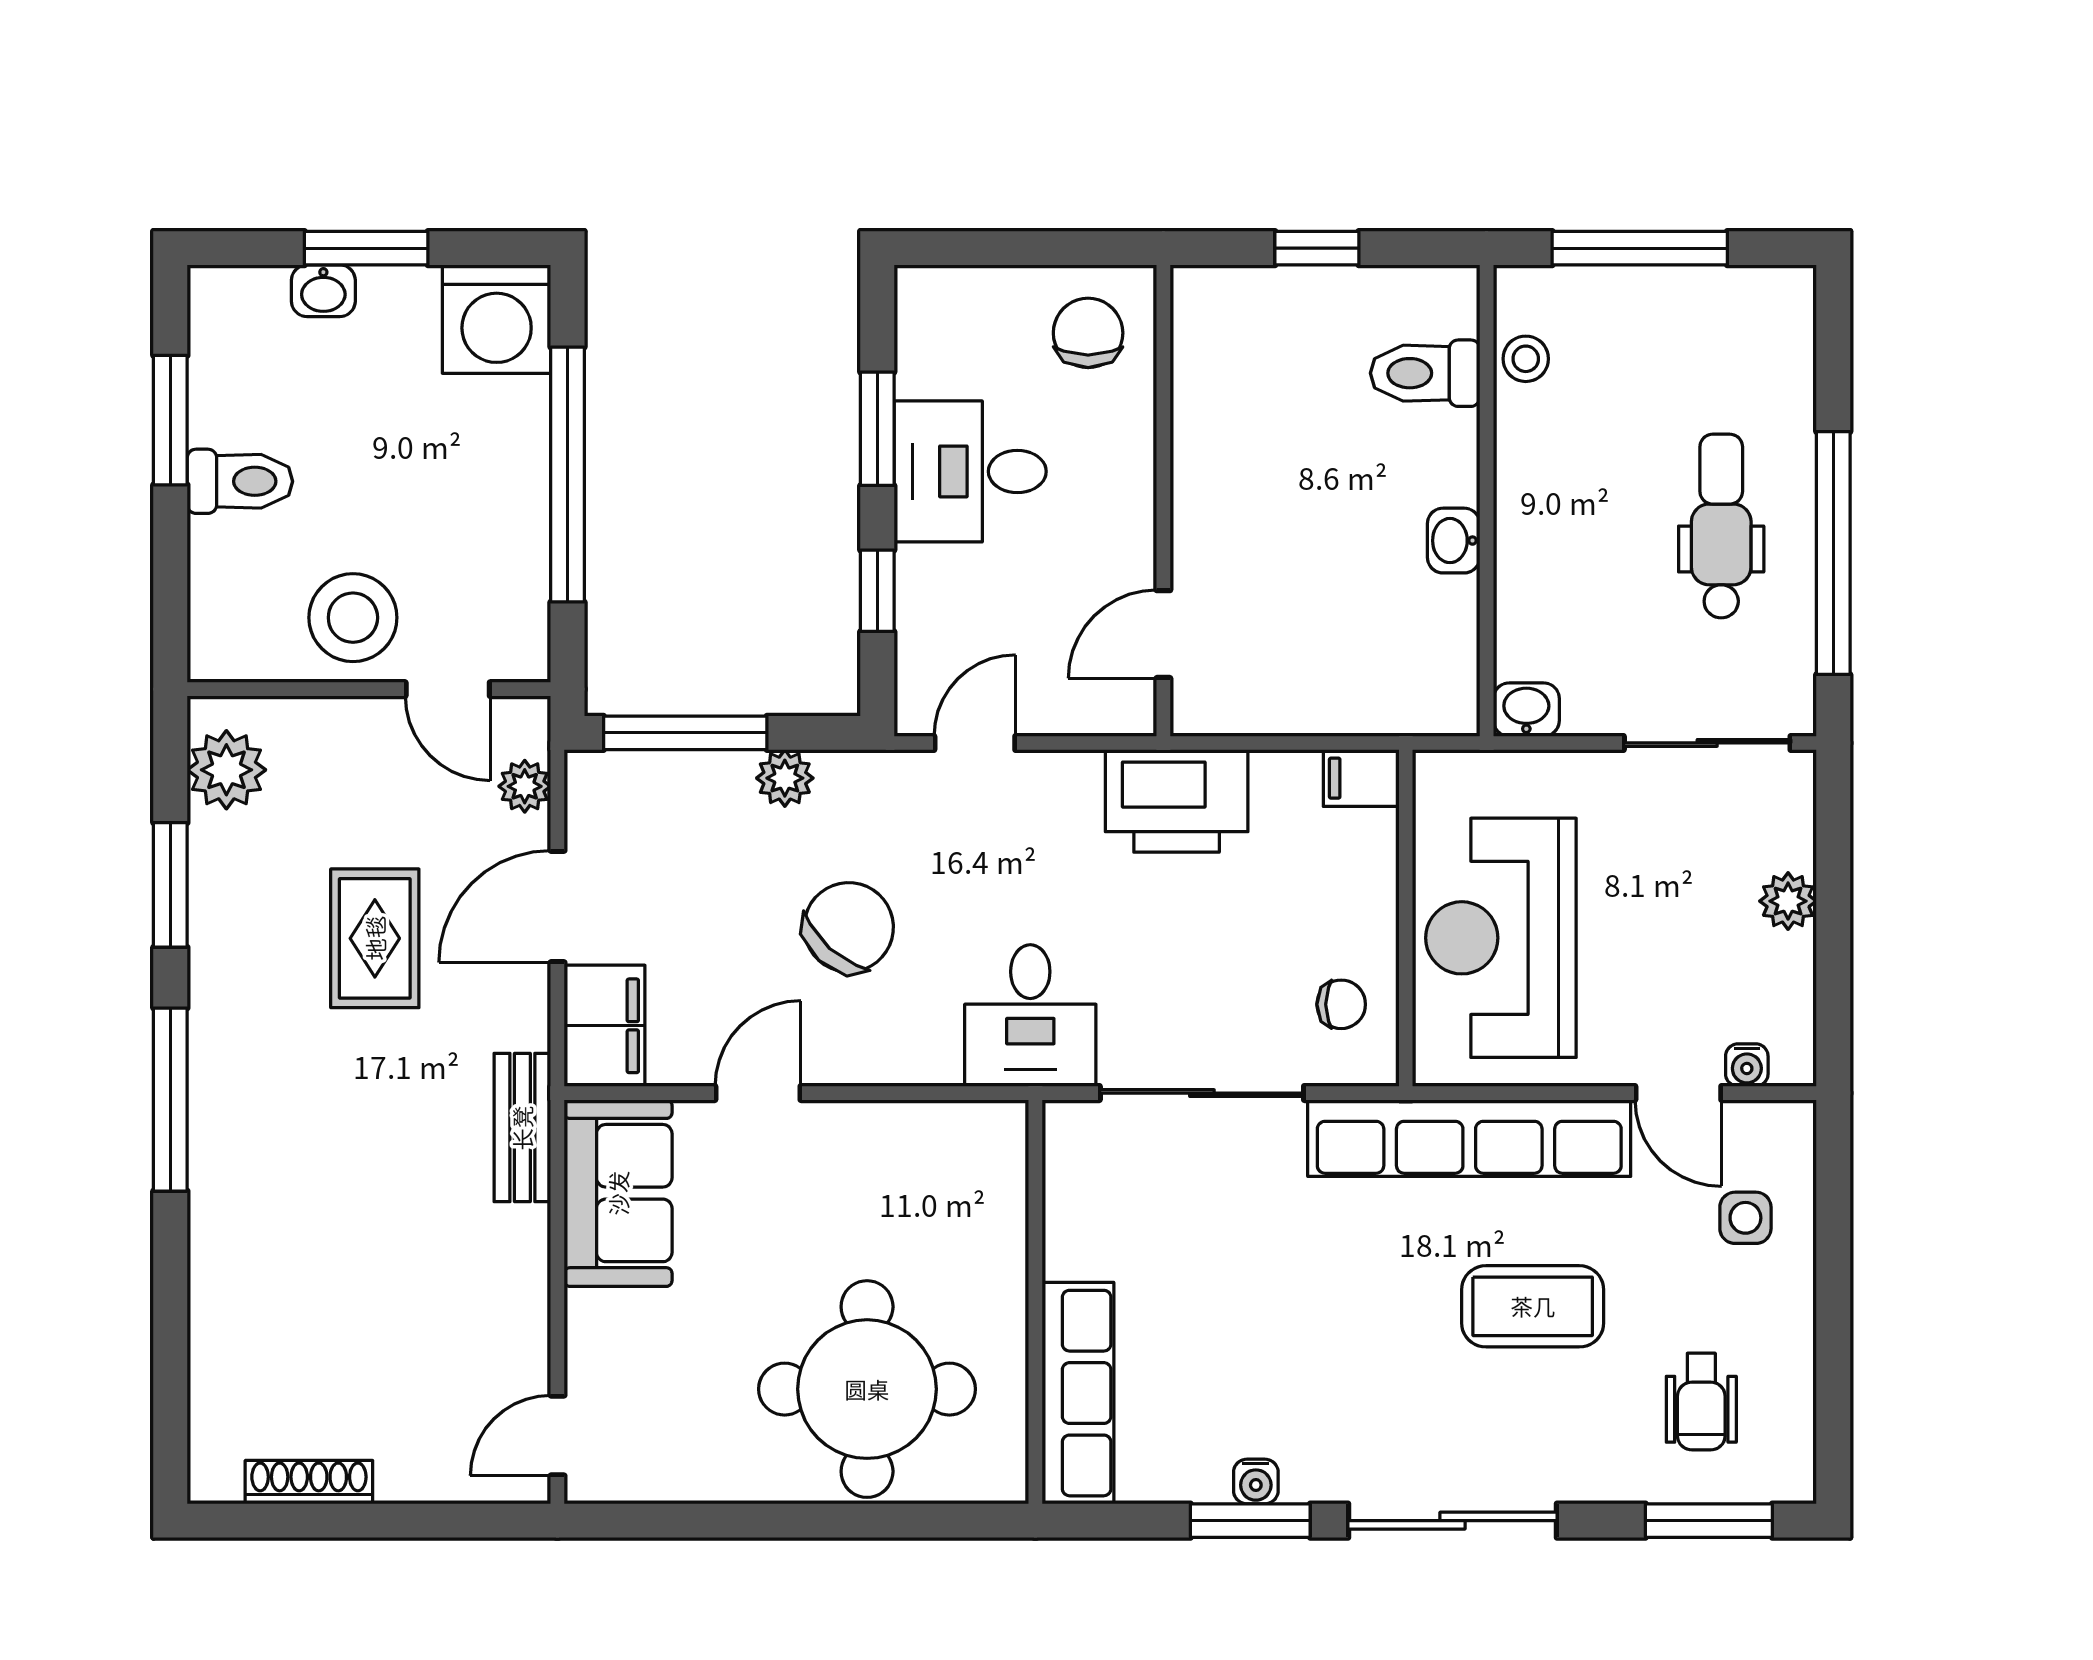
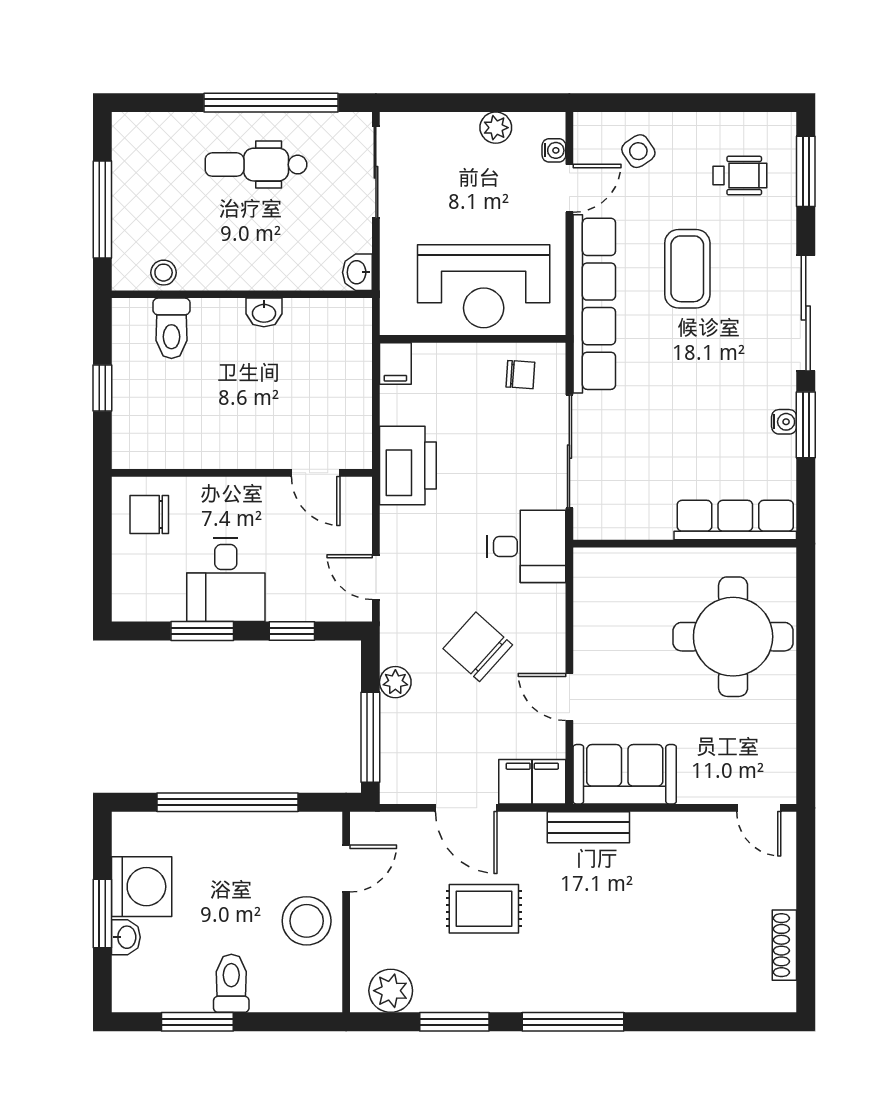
washing machine: (497, 319) -> (142, 887), moved
plant: (525, 786) -> (400, 826), removed
plant: (1788, 901) -> (496, 128), moved
chair: (1341, 1004) -> (520, 375), turned 94
side table: (1745, 1218) -> (638, 151), turned -34

